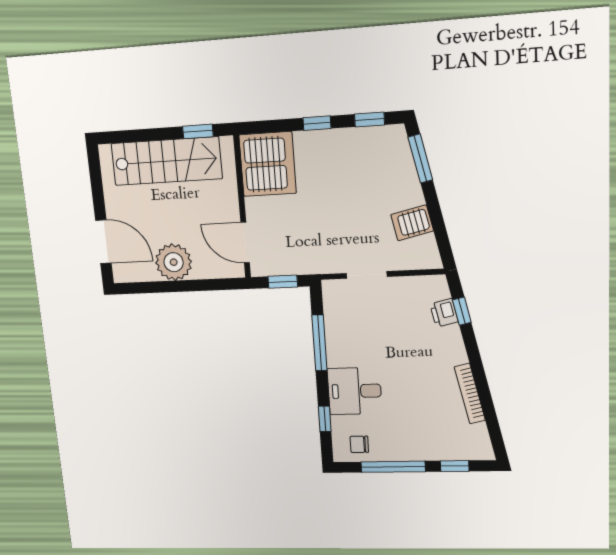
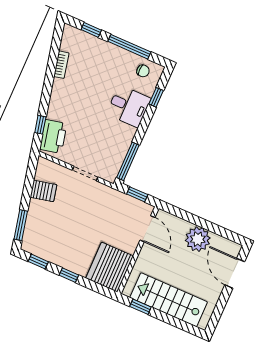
printer: (444, 313) -> (53, 136), width x1.87, depth x1.48
window: (319, 343) -> (128, 161), moved
bookcase: (470, 394) -> (61, 65), width x0.64

